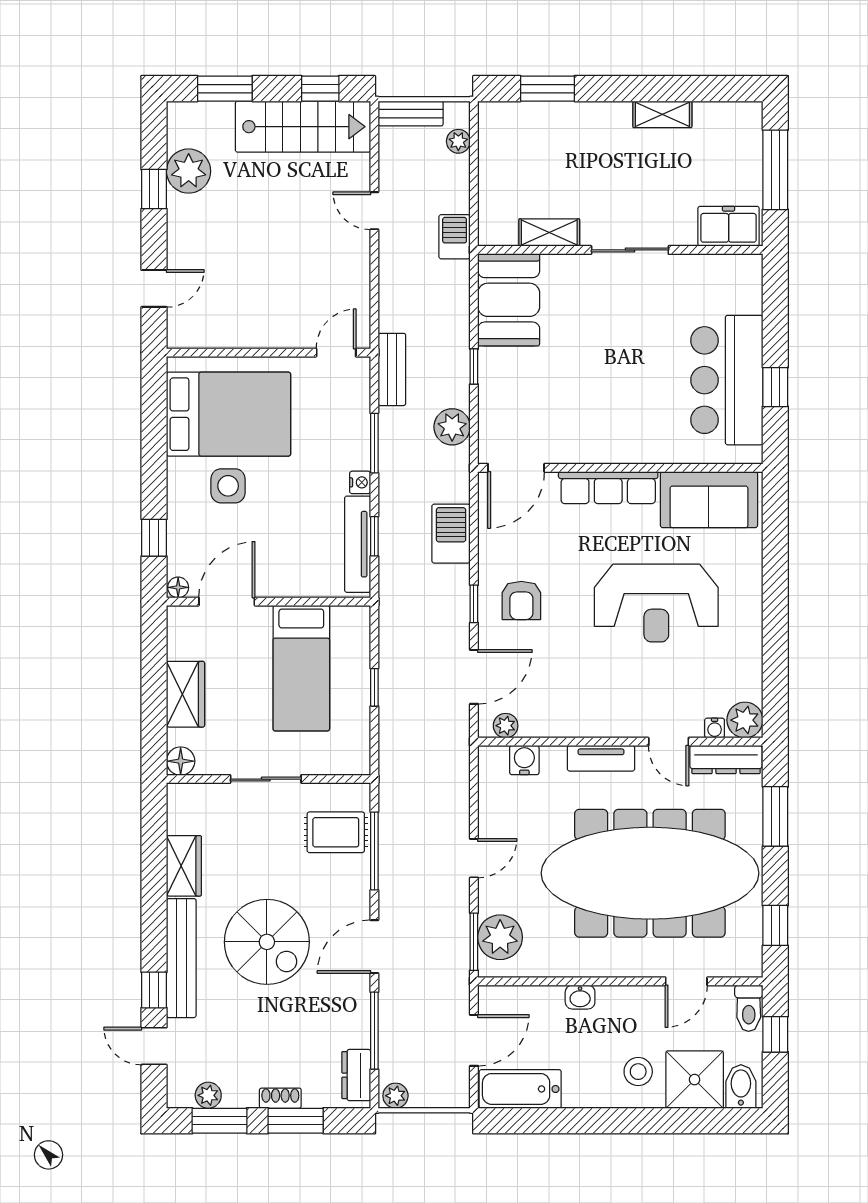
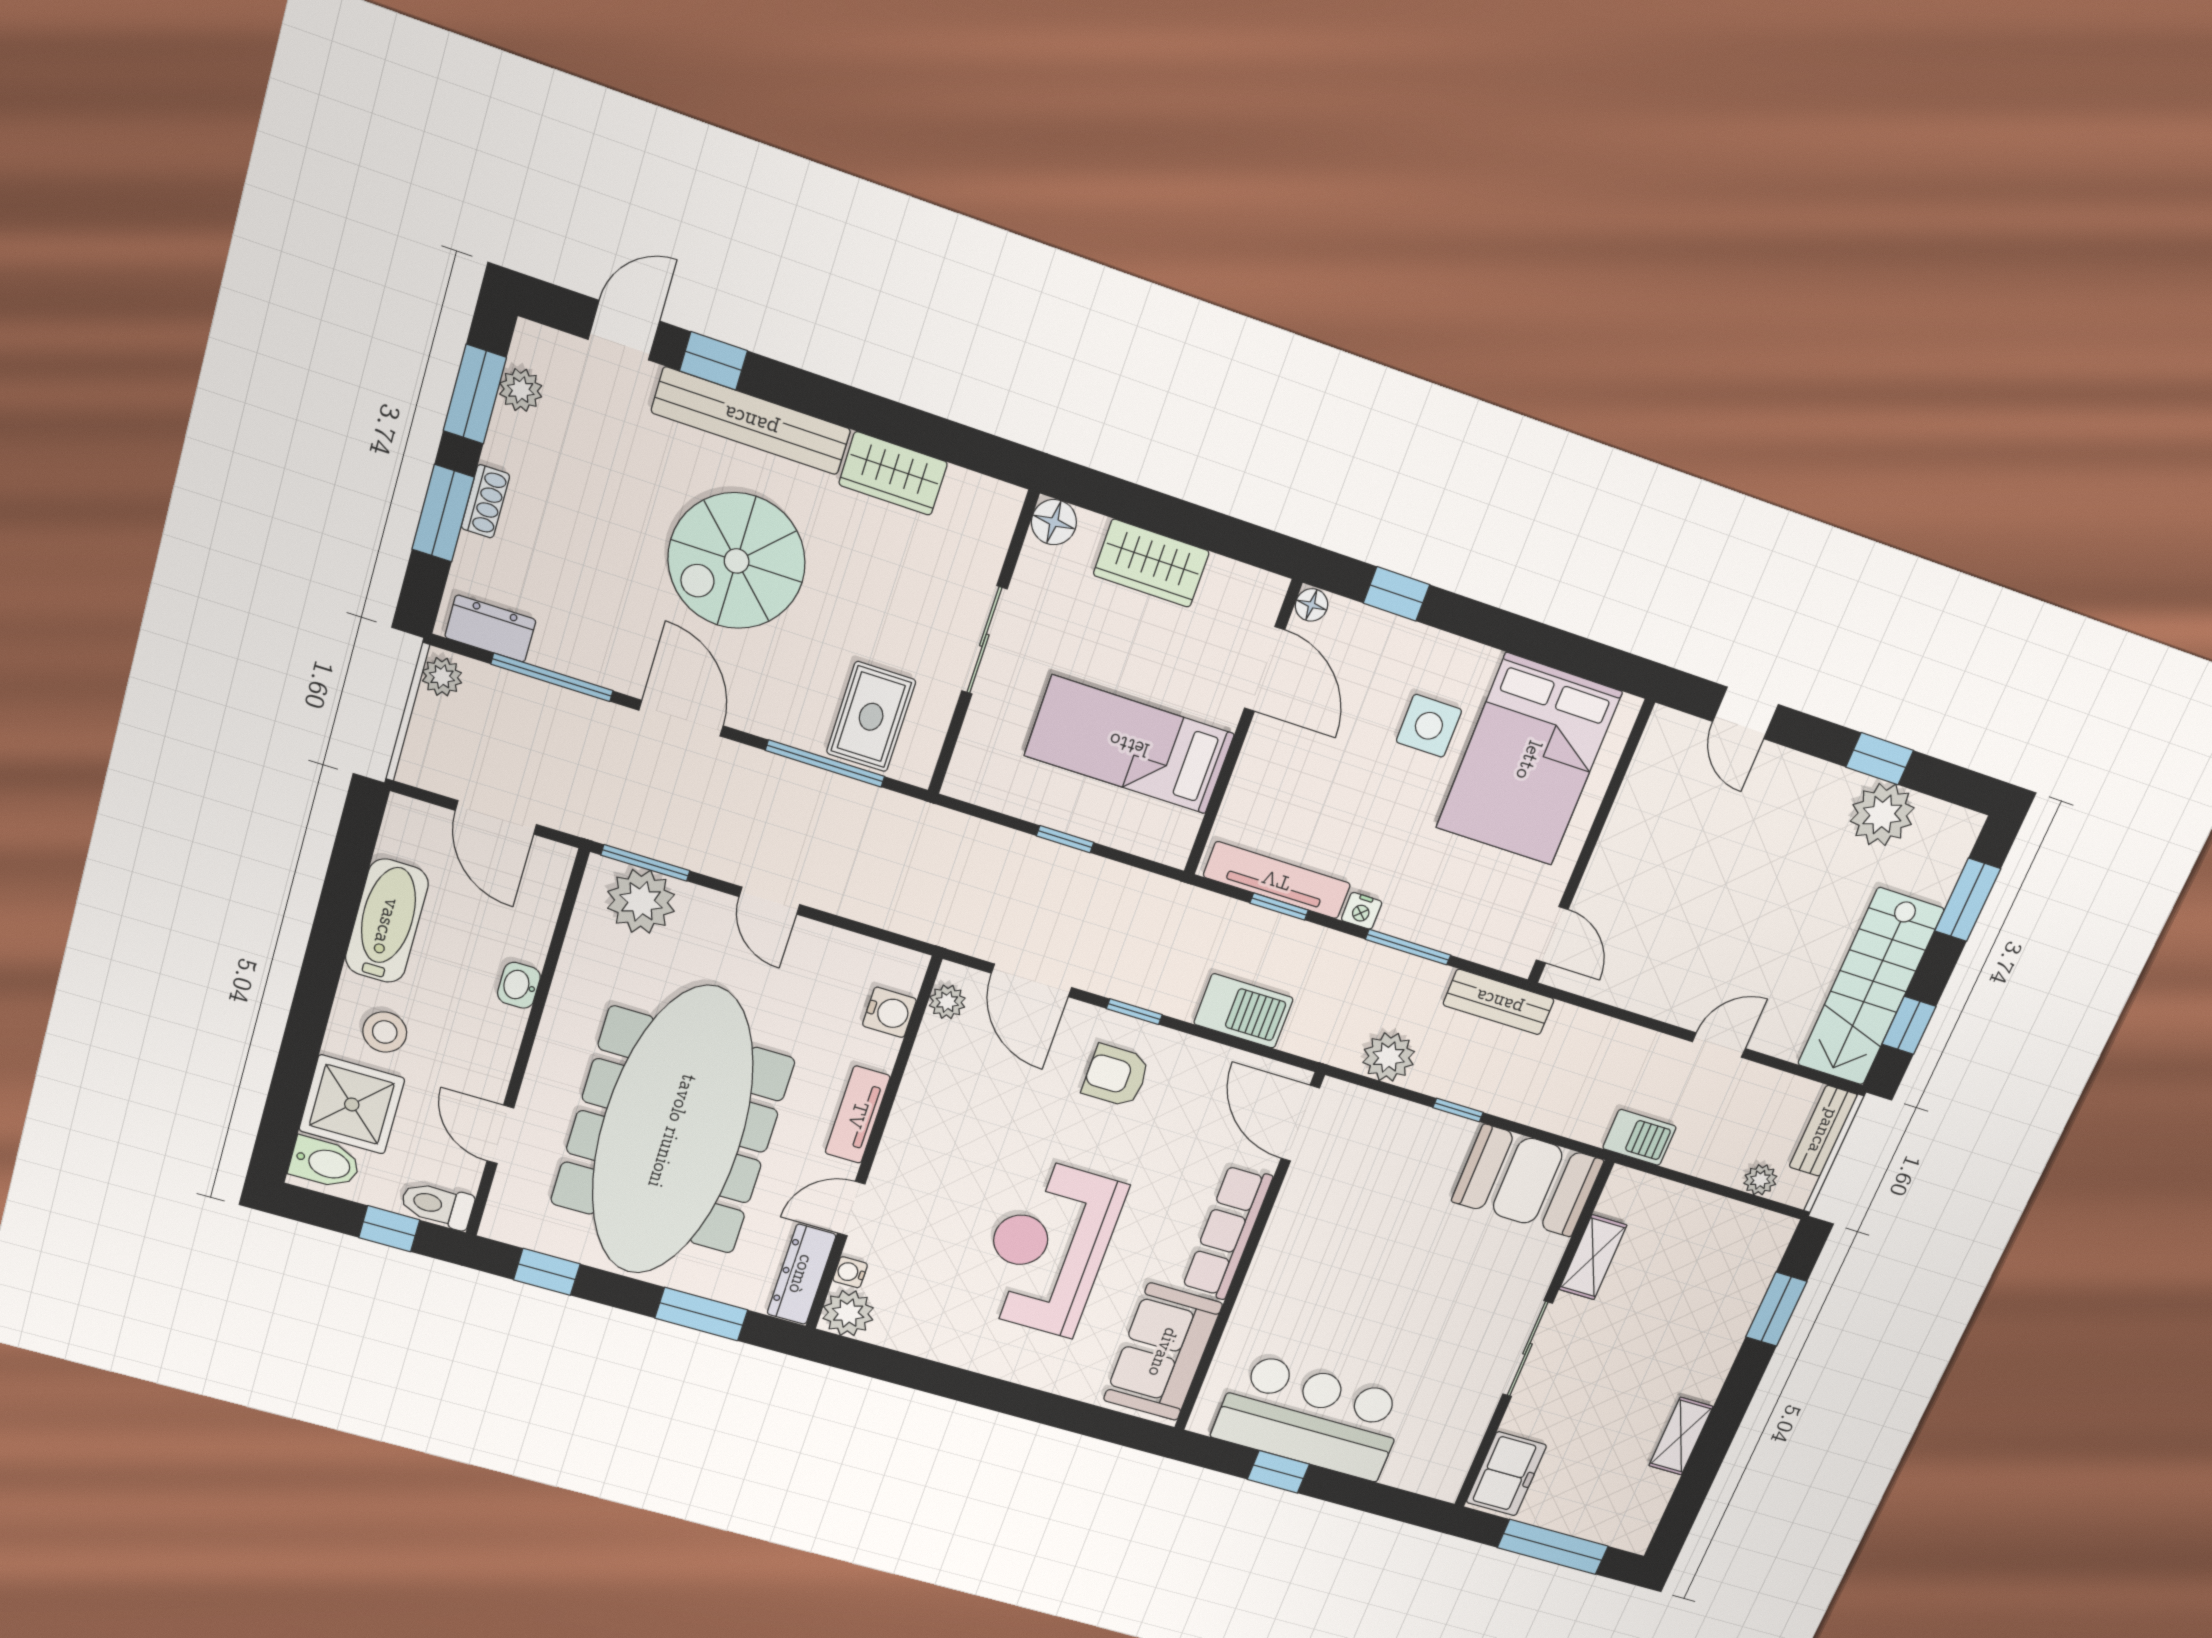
bathtub: (520, 1089) -> (387, 921), moved

